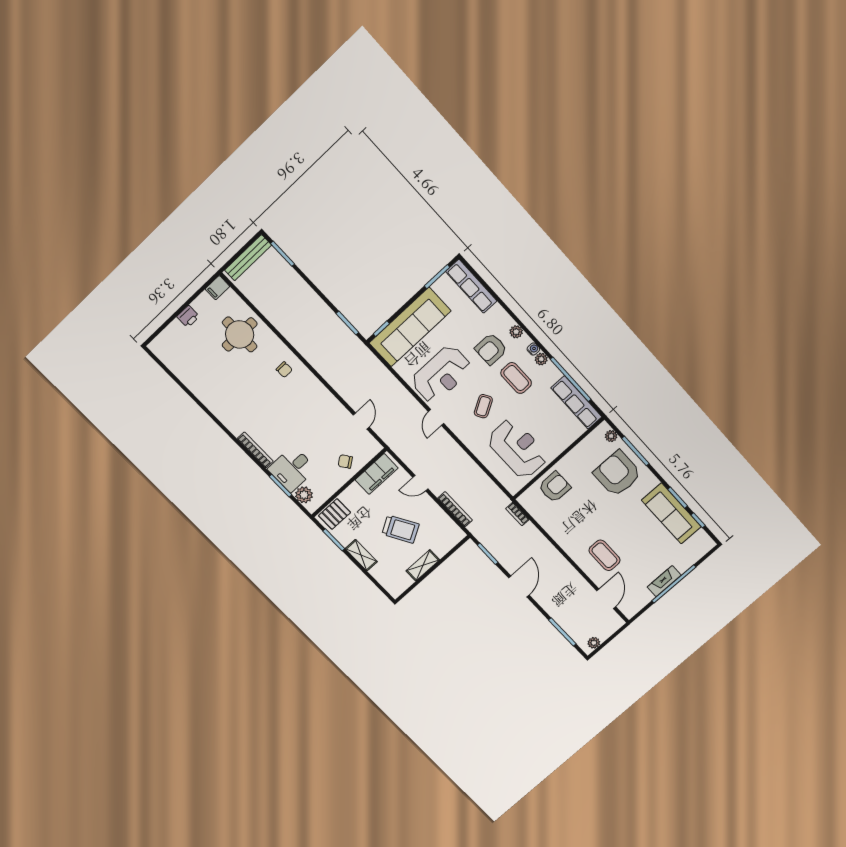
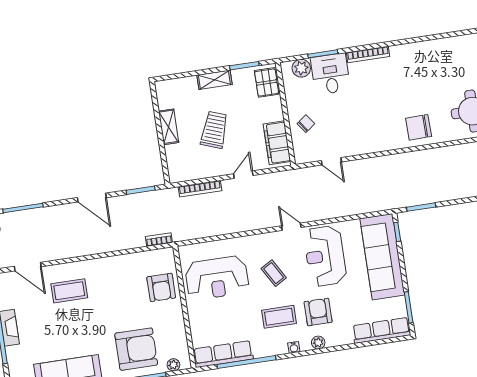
plant: (541, 359) -> (281, 348), removed
chair: (284, 370) -> (419, 127), width x1.87, depth x1.87
trolley: (401, 529) -> (214, 130), turned 140

